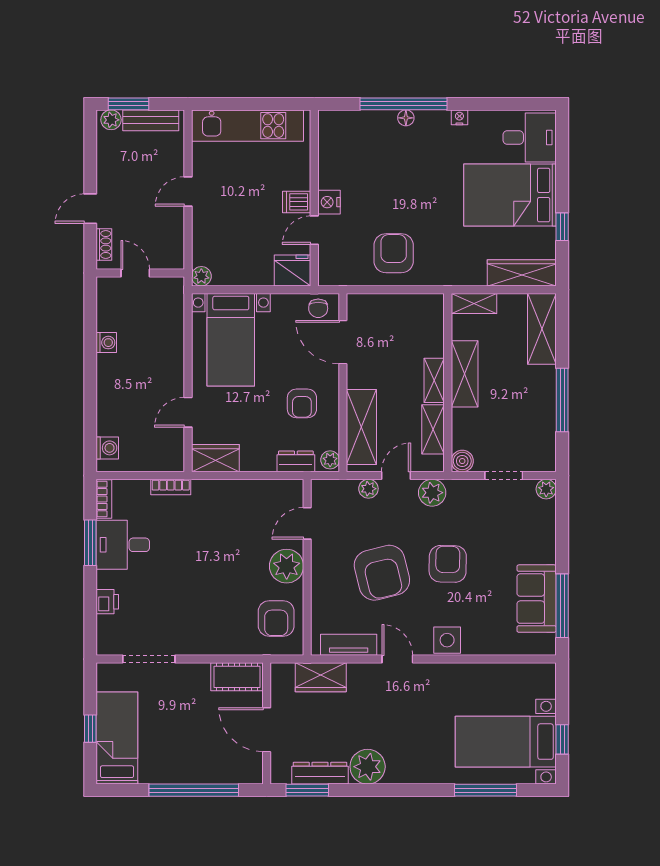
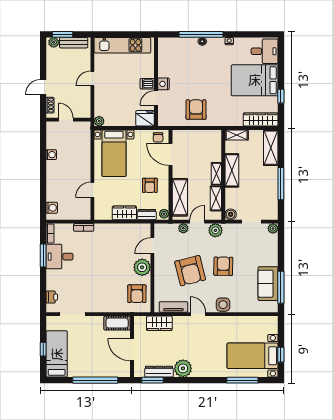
wardrobe: (215, 458) -> (124, 213), moved
printer: (107, 602) -> (52, 297), moved

